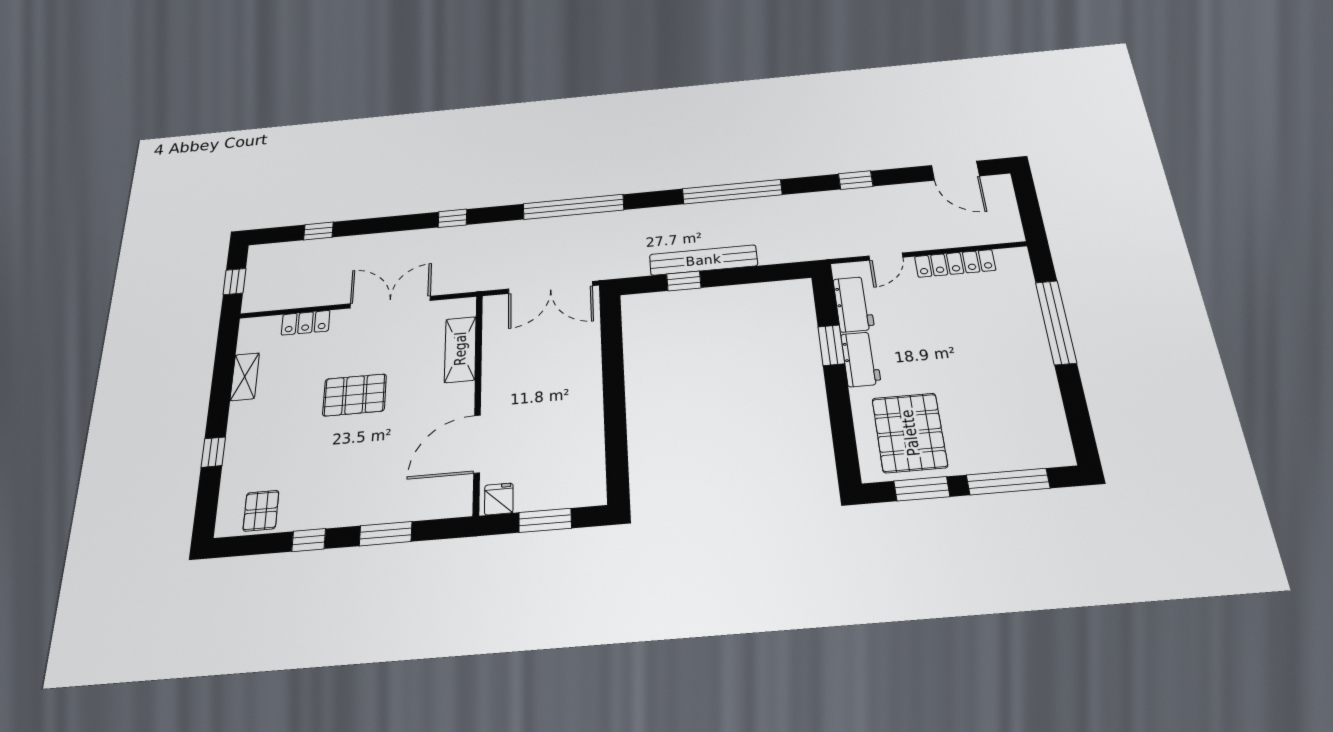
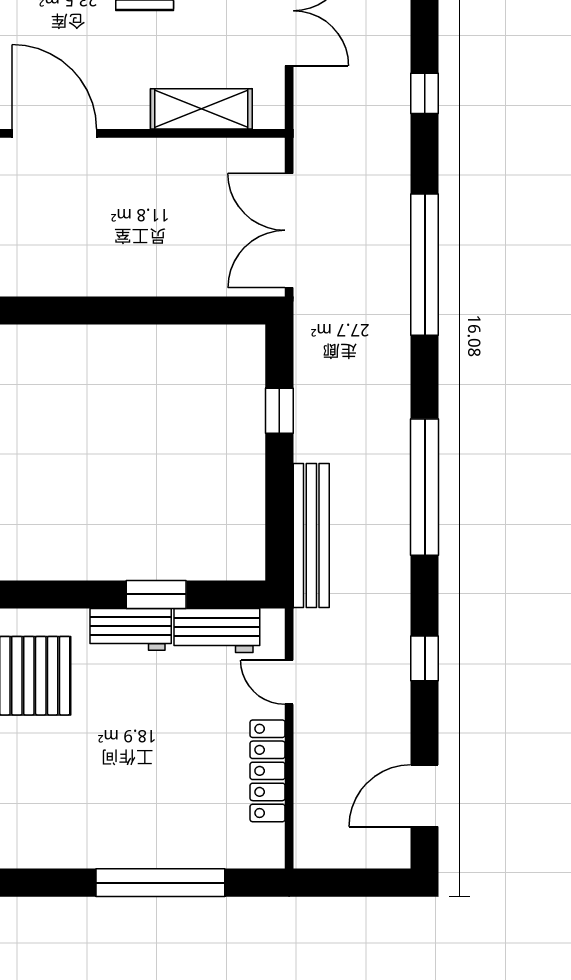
bench: (703, 260) -> (311, 536), moved

